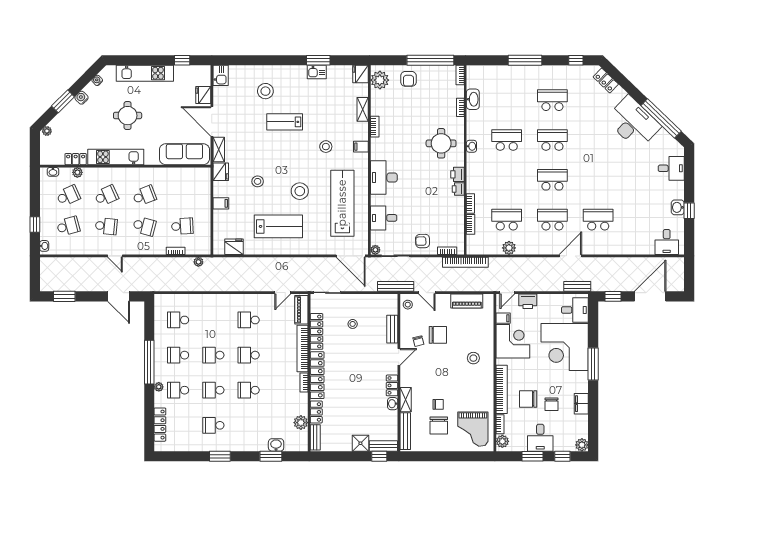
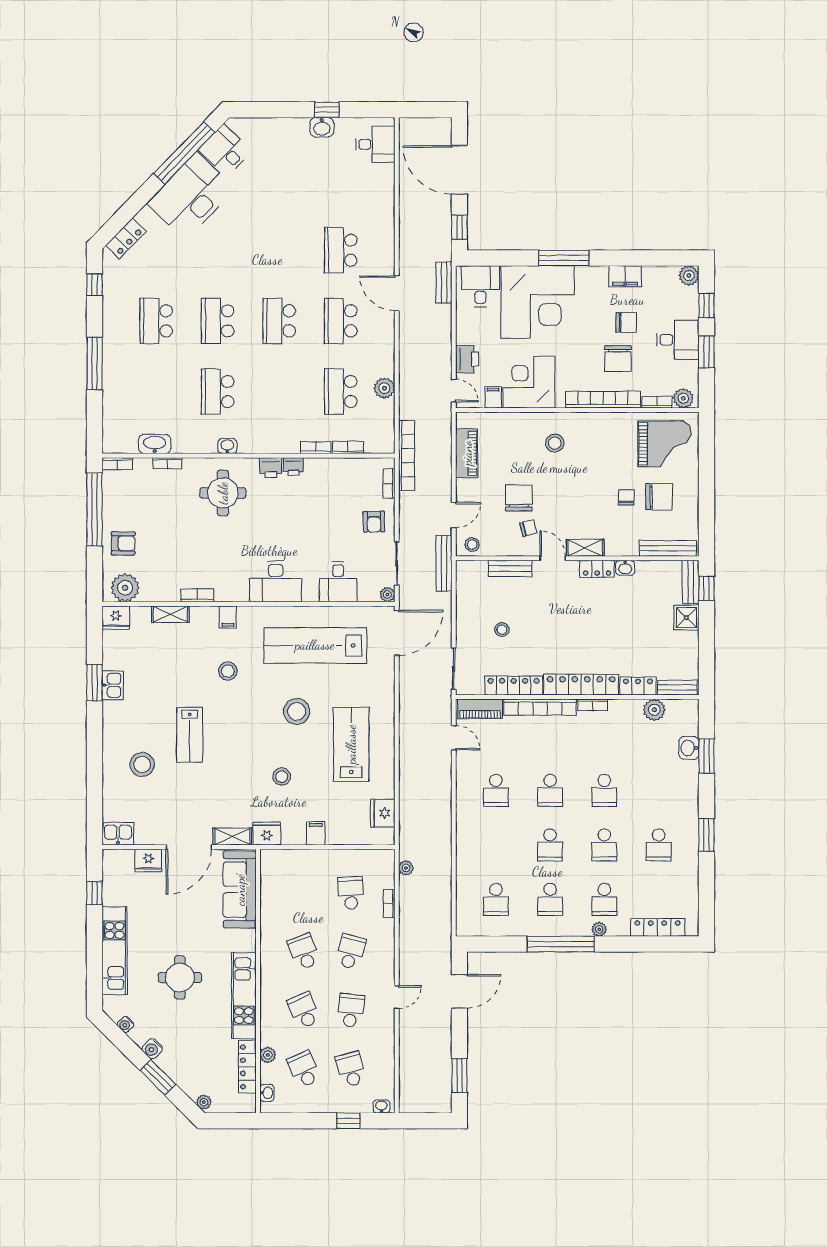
locker: (76, 159) -> (247, 1067), width x1.53
desk: (671, 168) -> (225, 150), moved, turned -46
shelving: (406, 400) -> (585, 548), moved

